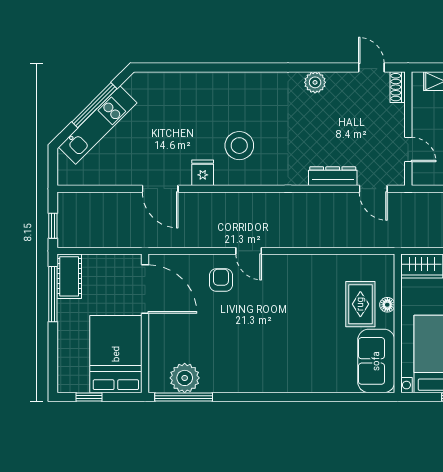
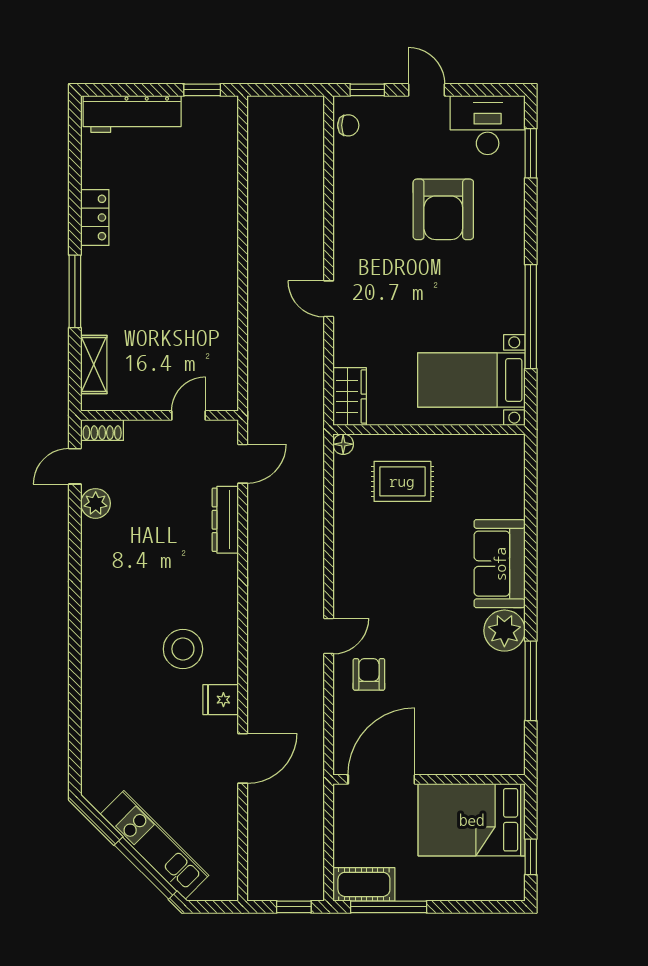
plant: (315, 82) -> (96, 503), moved
window: (94, 105) -> (146, 868), moved
armchair: (221, 280) -> (369, 674), turned 90
floor lamp: (387, 305) -> (343, 444), moved
sofa: (376, 361) -> (500, 564), moved, turned 90
plant: (185, 378) -> (504, 631), moved
window: (184, 397) -> (531, 681), moved

